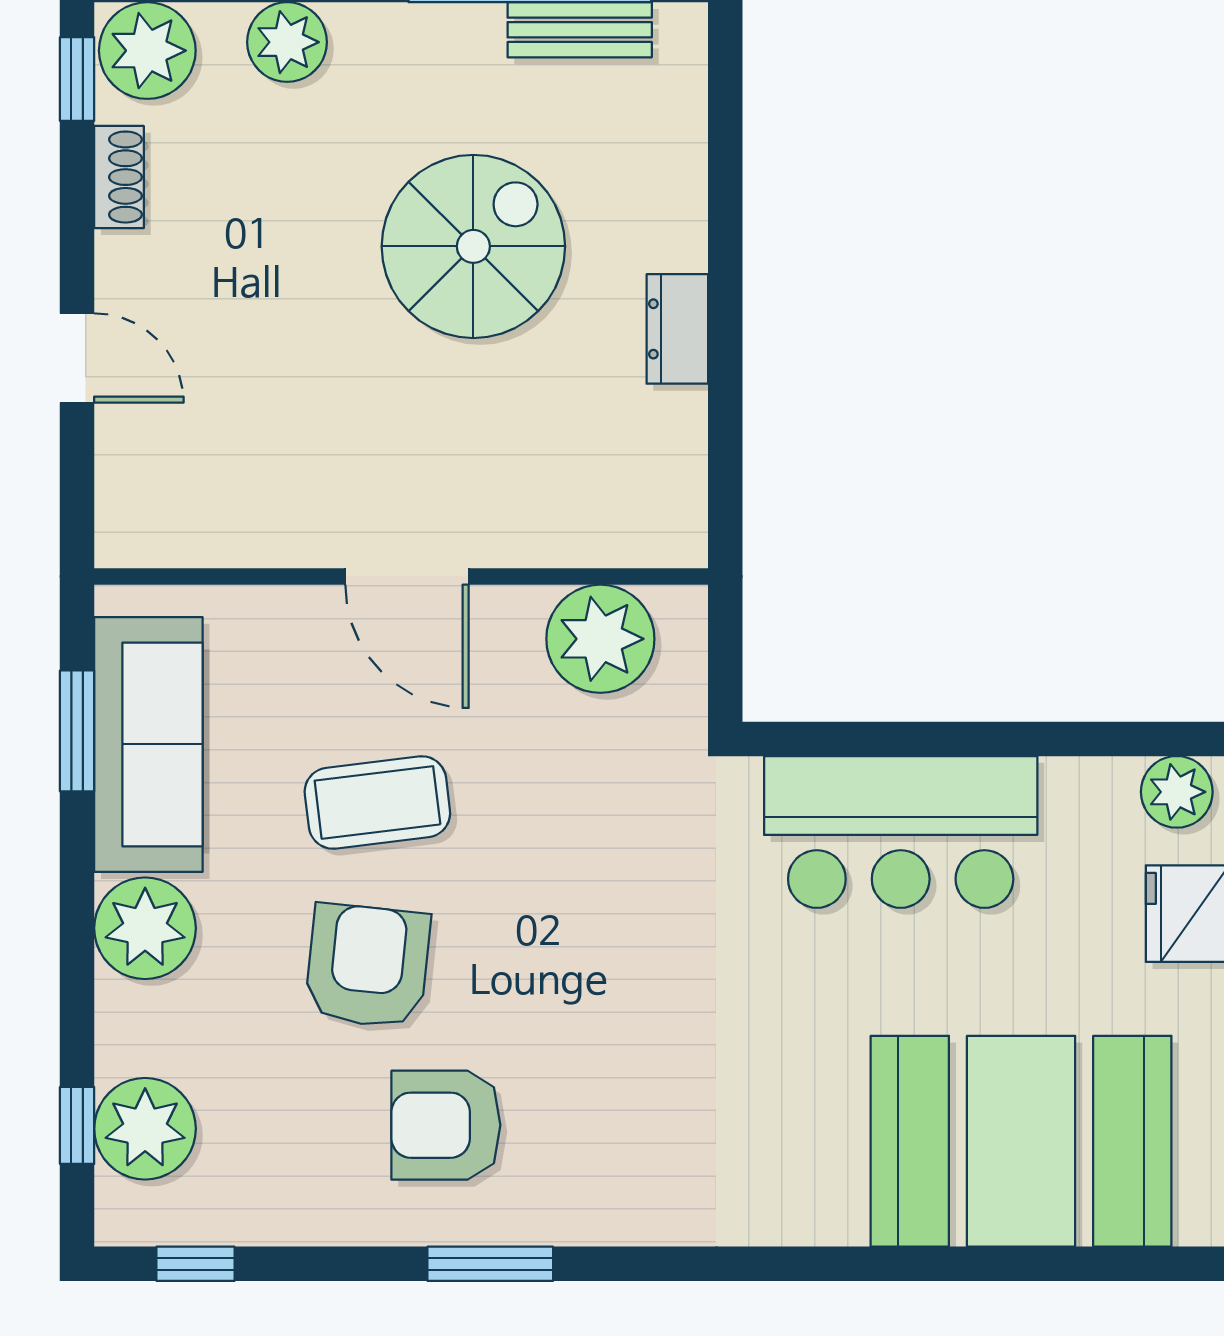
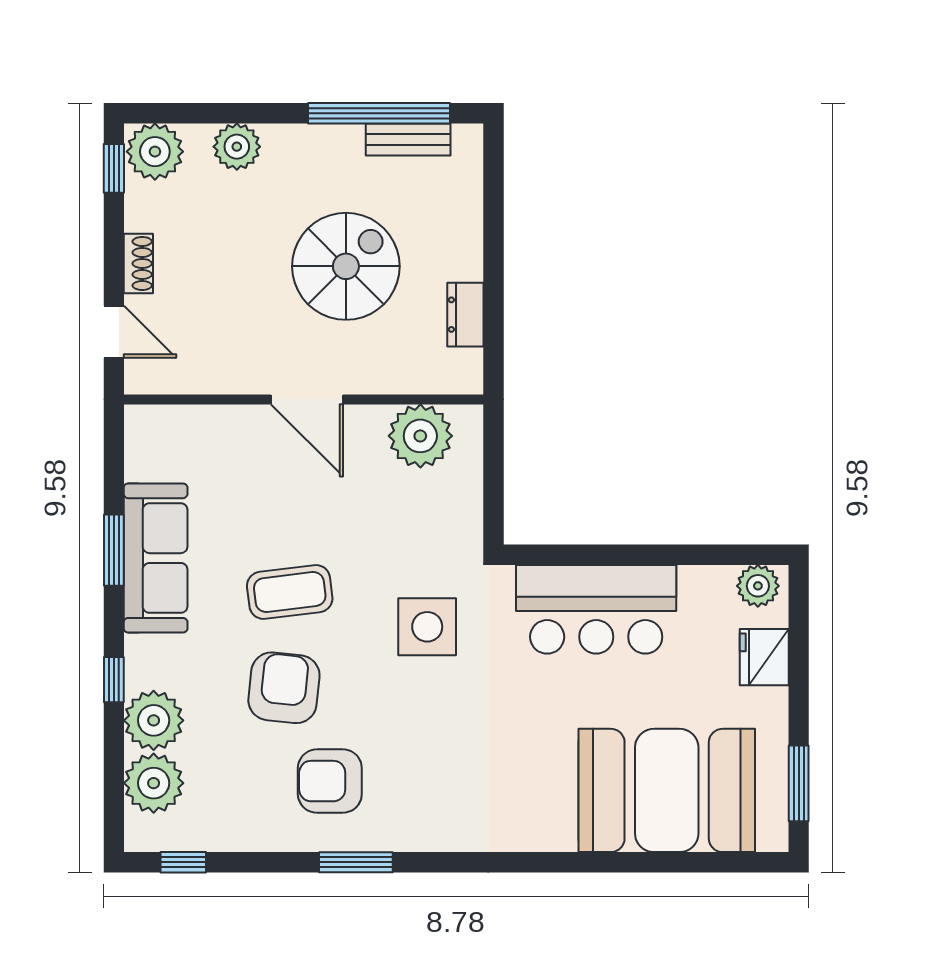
shoe rack: (119, 177) -> (138, 263), moved
wall: (401, 576) -> (304, 399), moved
door: (407, 576) -> (307, 399), moved
plant: (600, 639) -> (420, 436), moved
side table: (612, 862) -> (427, 627), added
plant: (145, 928) -> (154, 720), moved
window: (77, 1125) -> (114, 680), moved

